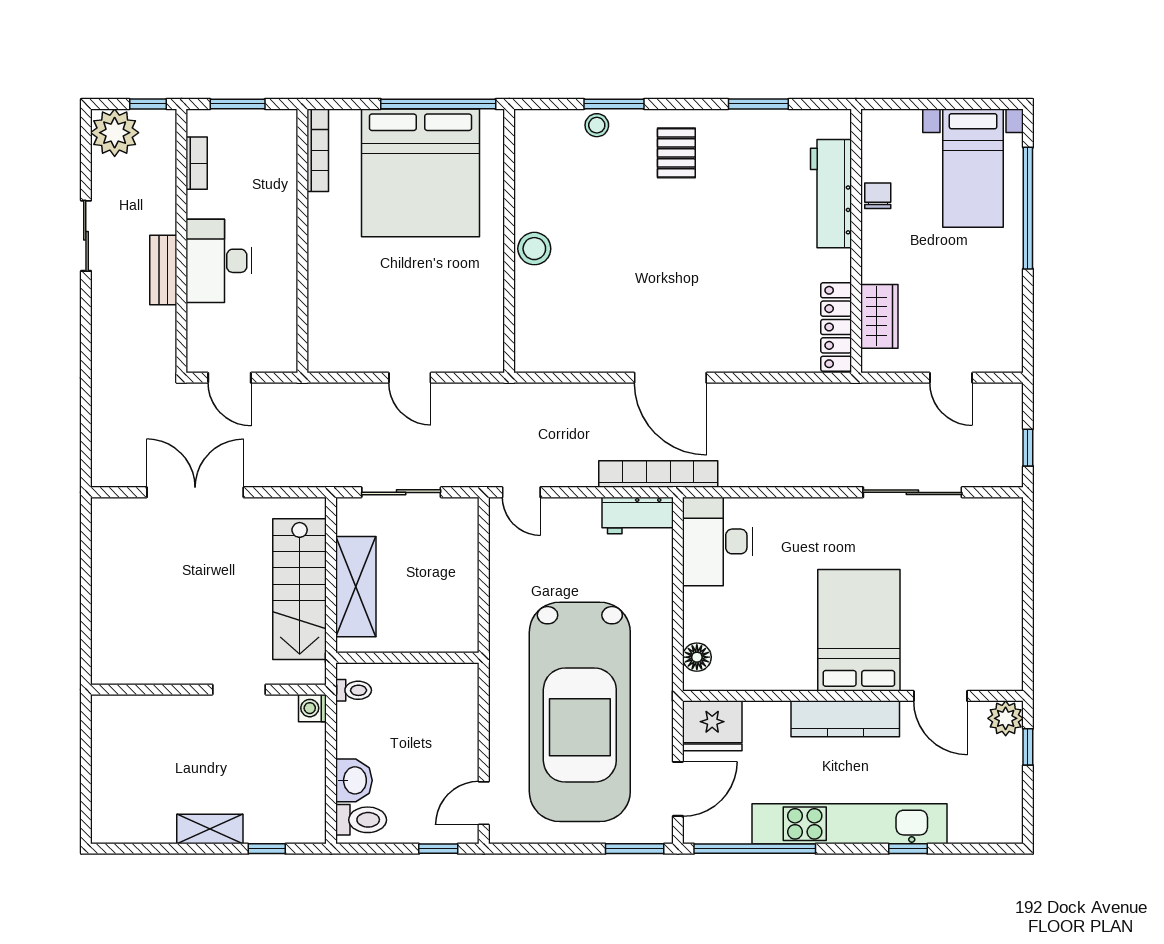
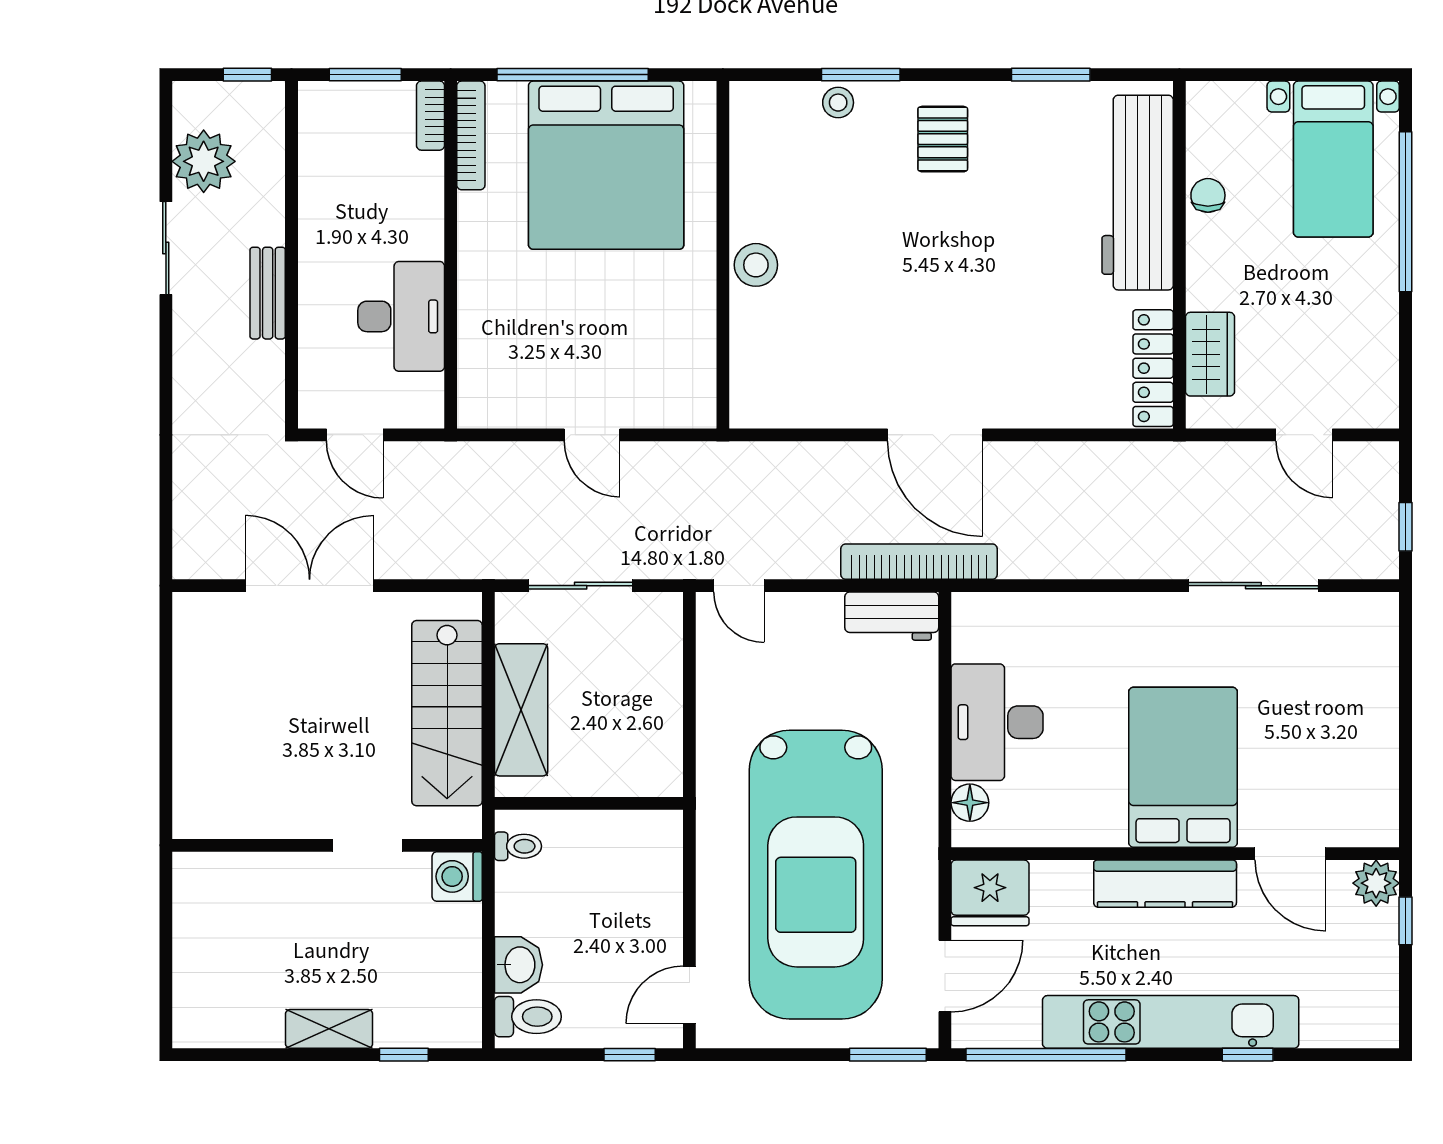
window: (438, 104) -> (573, 75), moved
plant: (115, 133) -> (204, 161), moved
bookcase: (197, 163) -> (430, 116), moved, turned 180
workbench: (831, 194) -> (1138, 193), width x1.36, depth x1.32
desk: (219, 261) -> (401, 316), moved, turned 180
desk: (718, 541) -> (997, 722), moved
washing machine: (312, 708) -> (457, 876), width x1.38, depth x1.38

